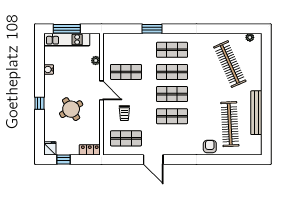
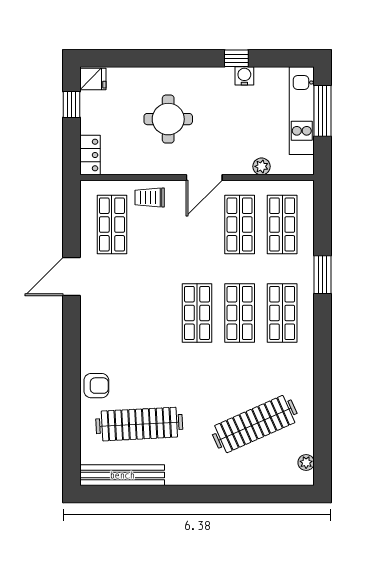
window: (39, 103) -> (236, 58), moved
round table: (71, 109) -> (168, 119), turned 32
trolley: (124, 113) -> (150, 197), moved
bench: (256, 113) -> (122, 475), moved
shop shelf: (172, 116) -> (282, 225), moved

